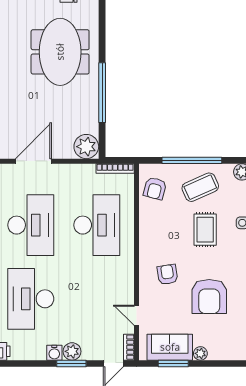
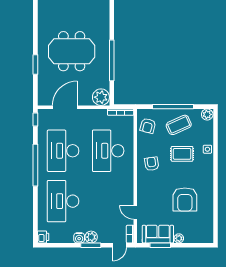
meeting table: (60, 52) -> (72, 51), moved, turned 90
desk: (31, 225) -> (63, 151), turned 180
desk: (97, 225) -> (108, 151), turned 180
rug: (205, 230) -> (182, 154), turned 90
armchair: (167, 274) -> (152, 164), moved

